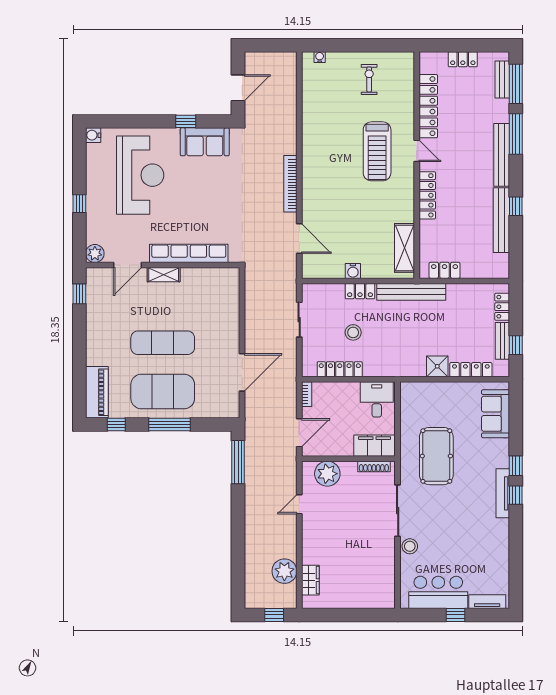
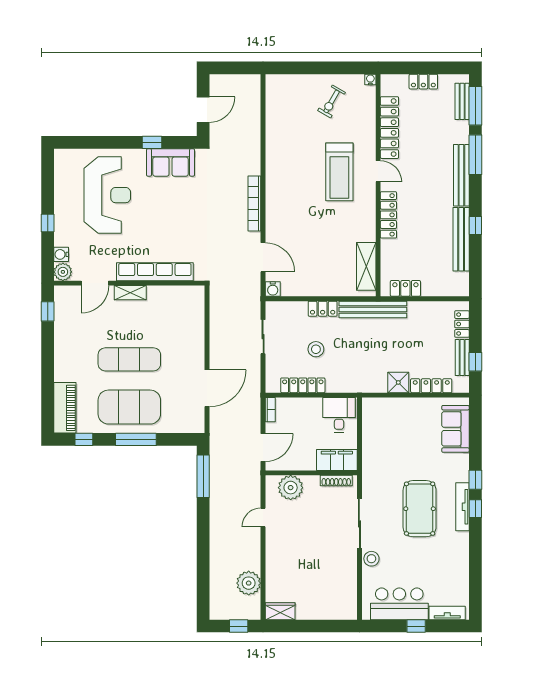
water cooler: (320, 57) -> (370, 79), moved
exercise bike: (369, 80) -> (332, 101), turned -150
water cooler: (93, 135) -> (61, 254), moved
water cooler: (353, 271) -> (273, 289), moved
pool table: (436, 456) -> (420, 509), moved
wardrobe: (310, 580) -> (280, 611), moved, turned -90

